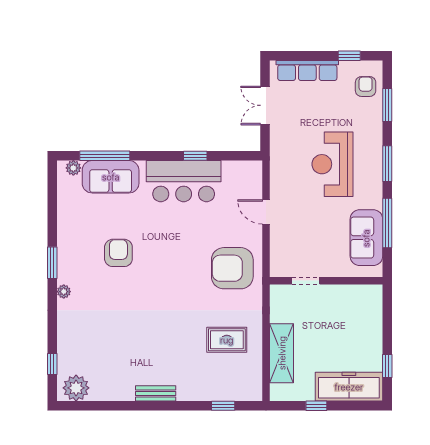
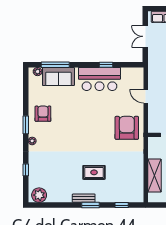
armchair: (118, 253) -> (43, 114), moved
armchair: (232, 268) -> (127, 128), turned 90
rug: (227, 340) -> (94, 172), moved
window: (52, 364) -> (26, 170), moved
window: (168, 406) -> (90, 205), added

